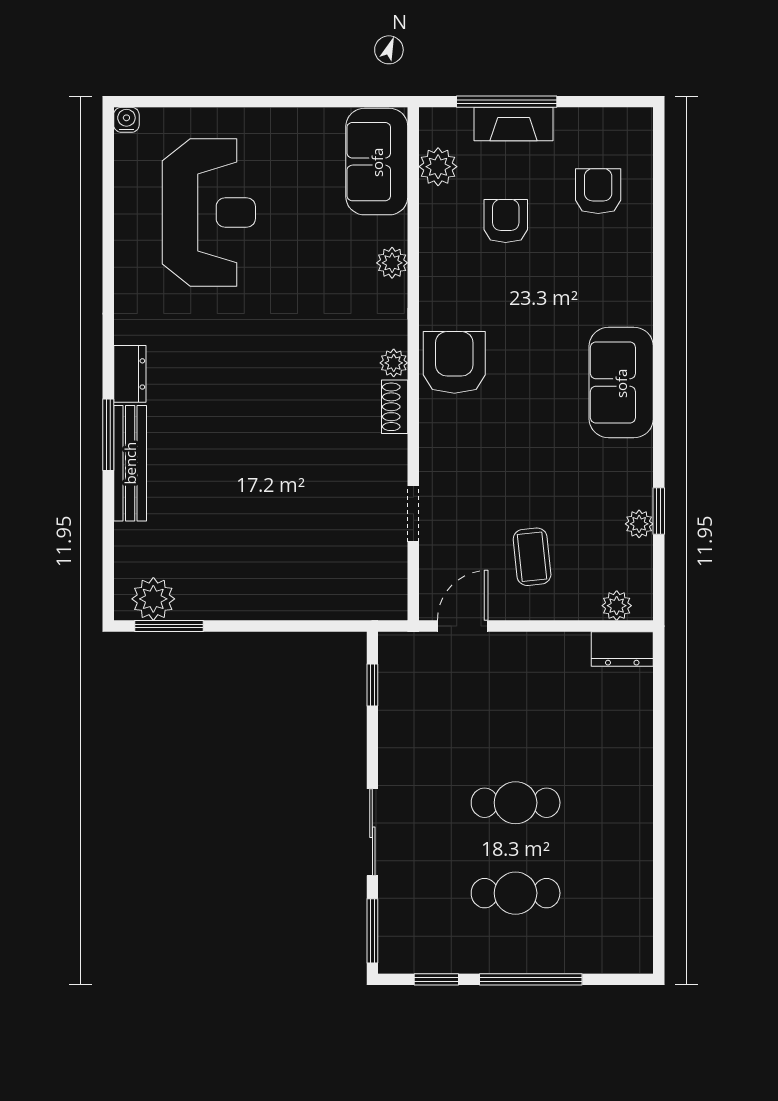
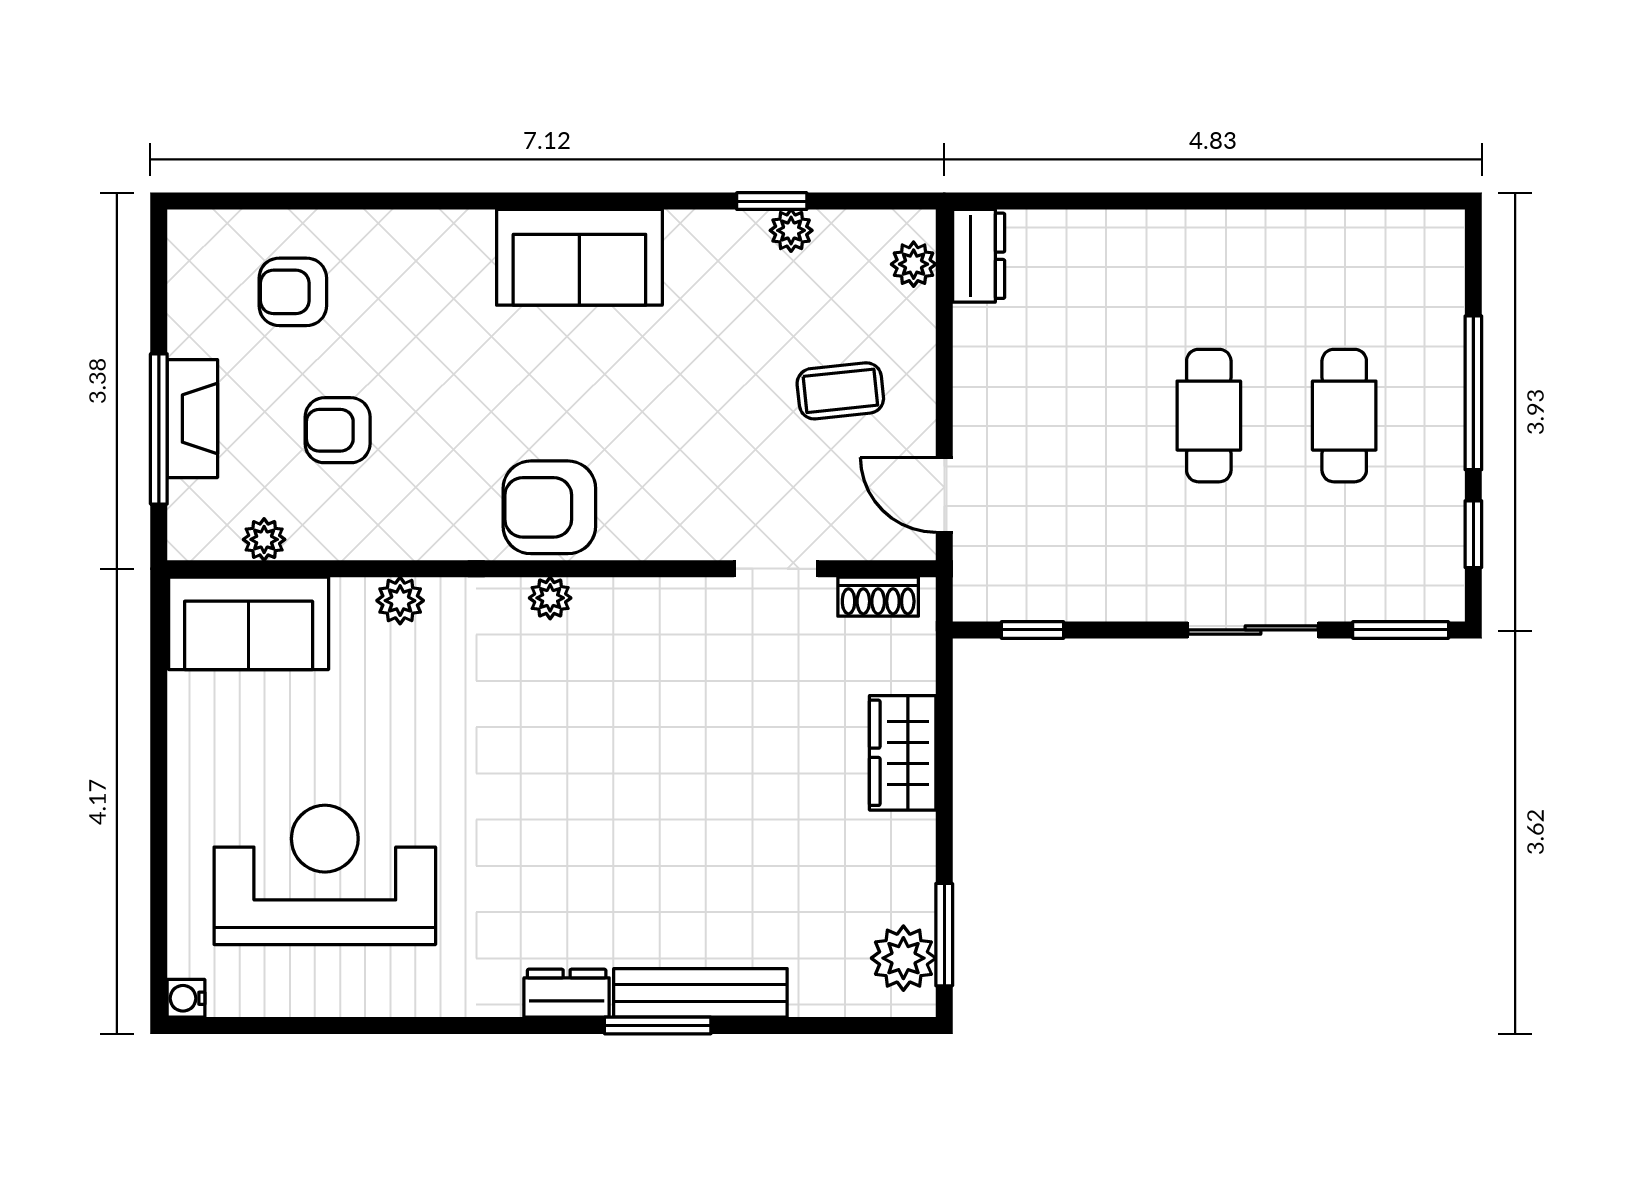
plant: (438, 167) -> (264, 539), width x0.73, depth x0.73
shoe rack: (395, 407) -> (878, 597), moved
wardrobe: (290, 598) -> (903, 753), added

